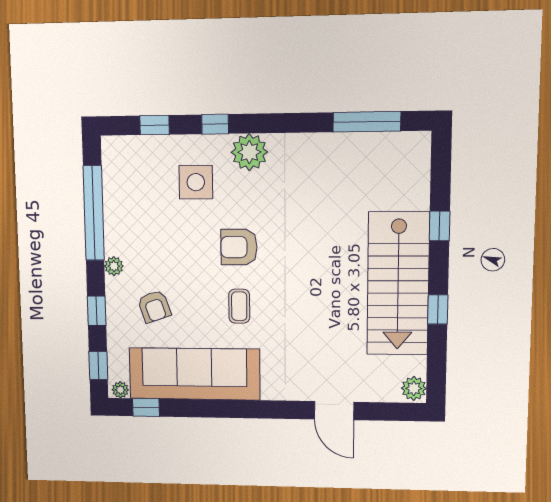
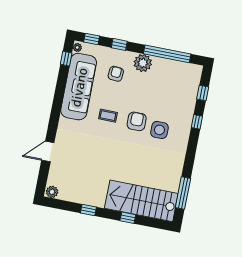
plant: (249, 152) -> (180, 135), removed
side table: (196, 182) -> (159, 130), moved
plant: (114, 266) -> (143, 63), width x1.87, depth x1.87
stairs: (398, 284) -> (141, 201), moved
armchair: (154, 307) -> (116, 74), turned 113

